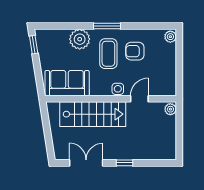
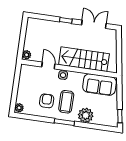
armchair: (135, 51) -> (47, 101), turned -90
door: (139, 99) -> (48, 66), swing flipped
double door: (86, 163) -> (94, 24), swing flipped

